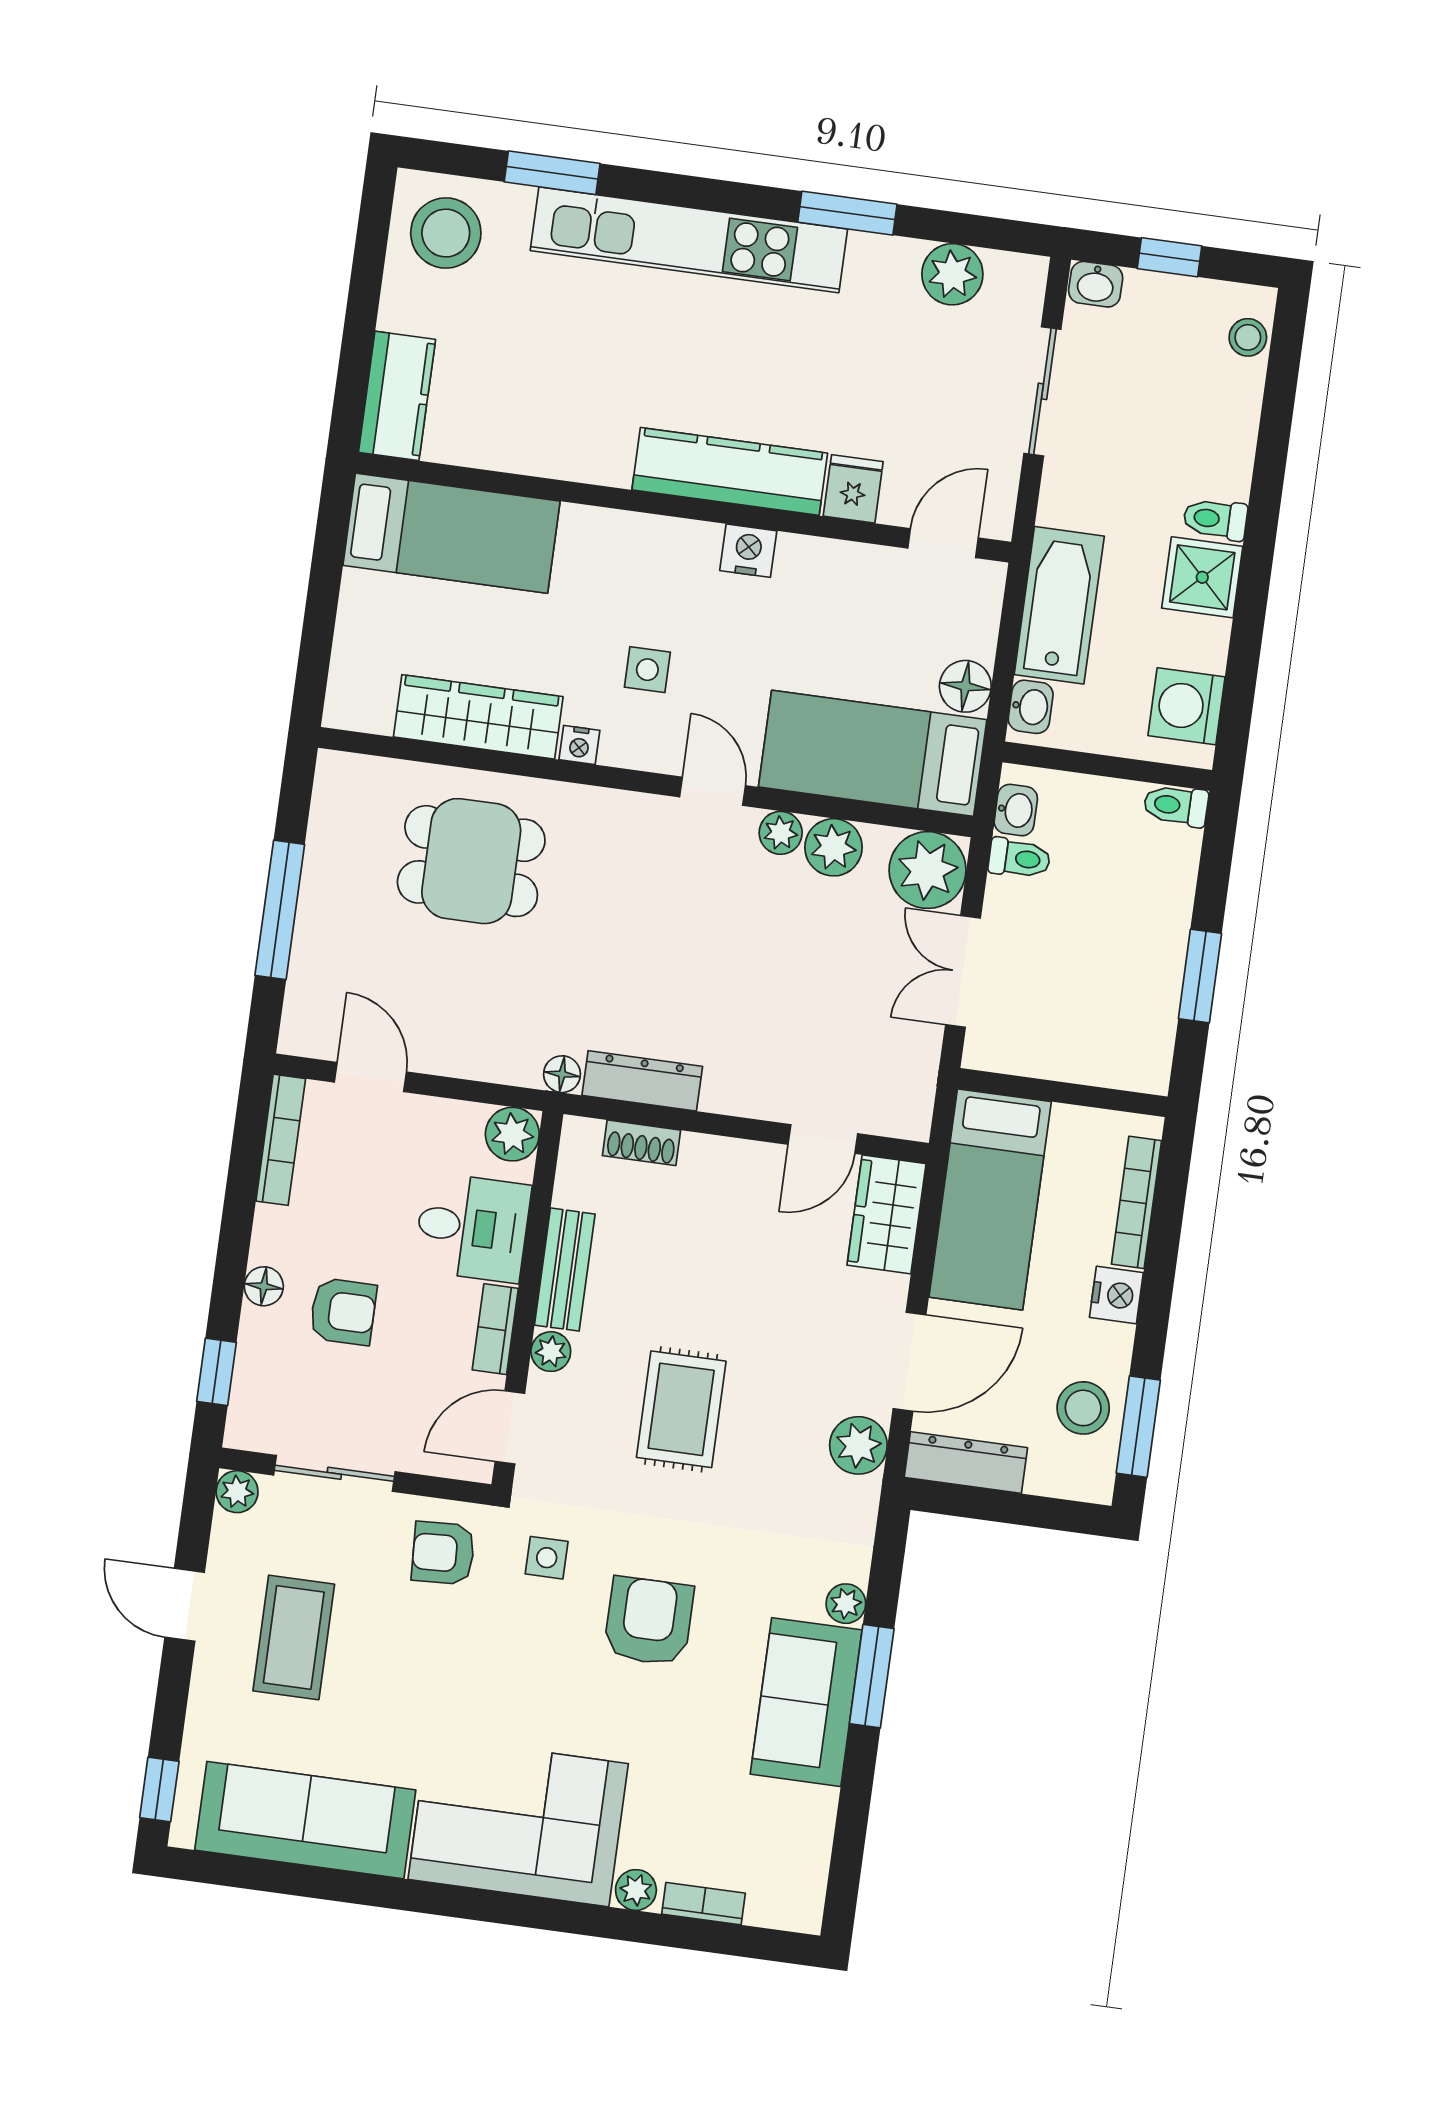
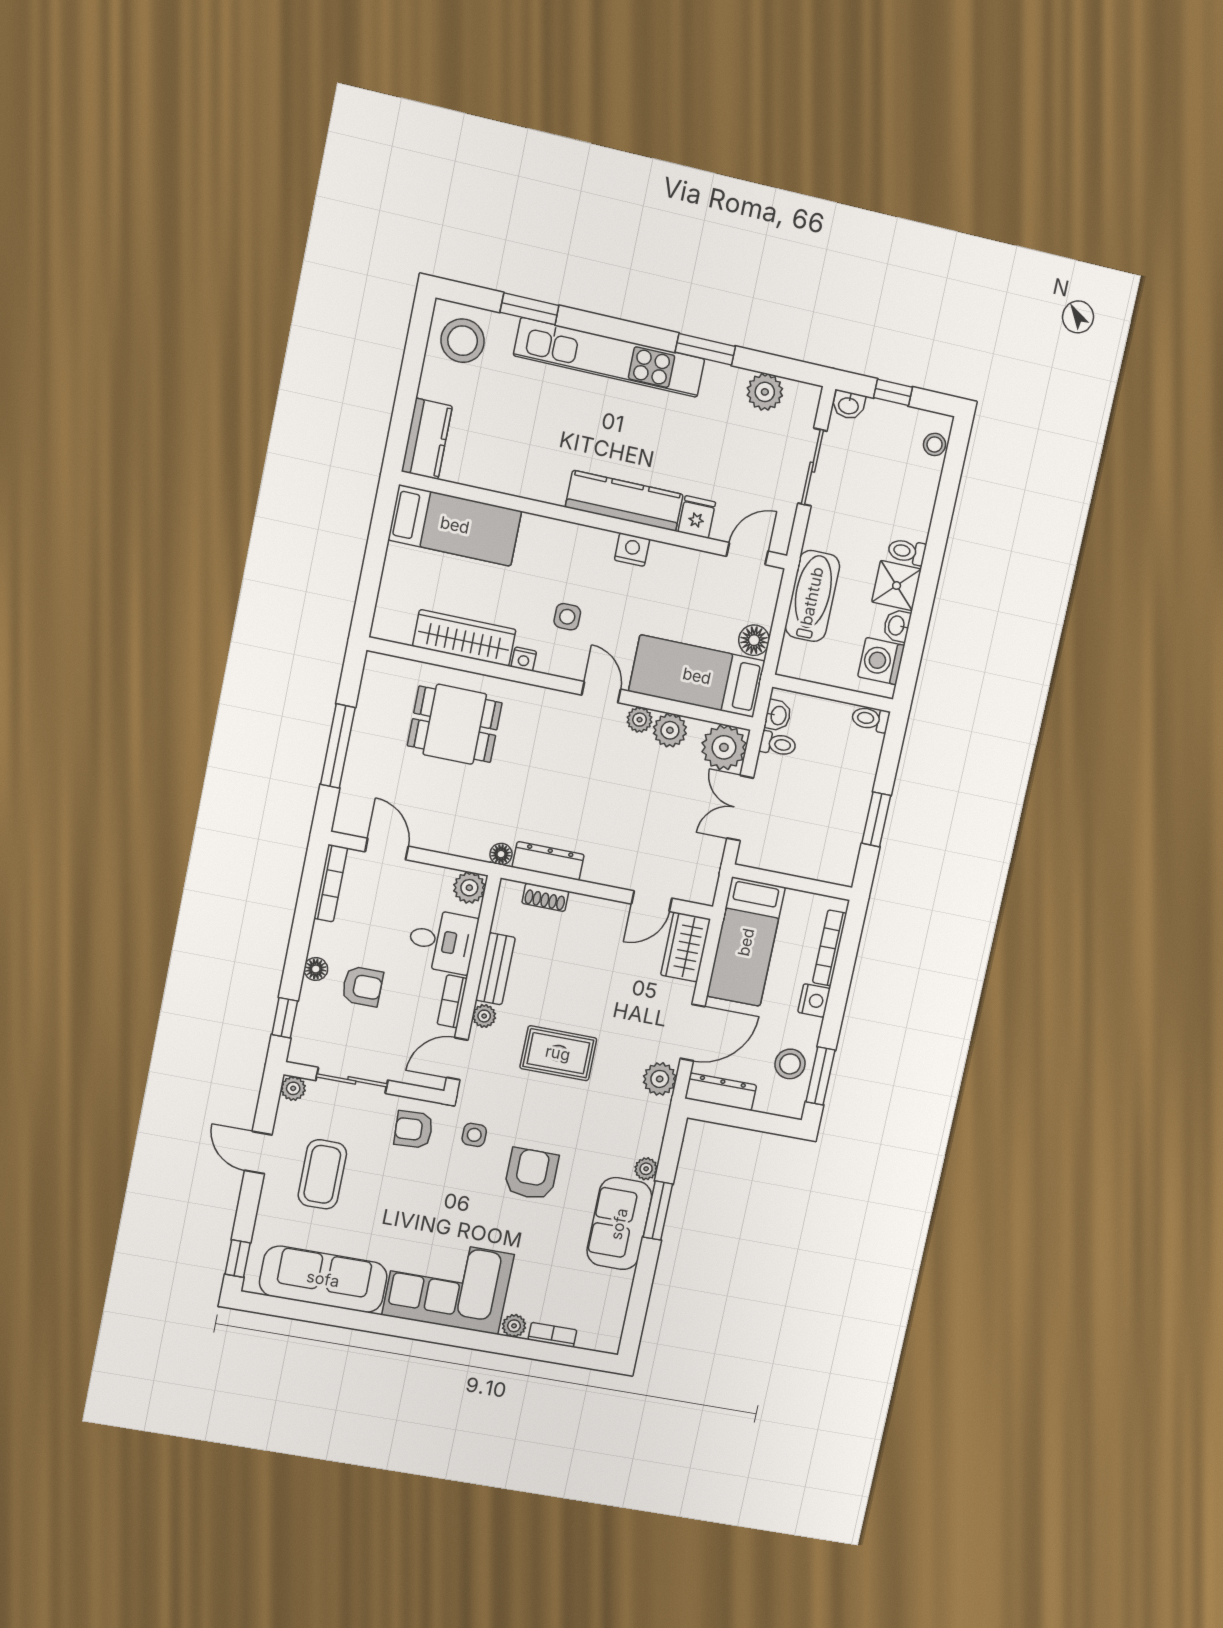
washbasin: (1031, 707) -> (897, 626), moved, turned 180
rug: (681, 1409) -> (558, 1053), turned 90

